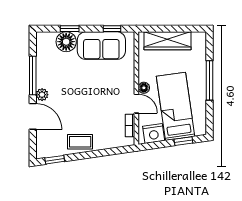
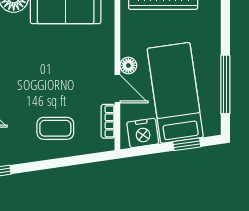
window: (210, 80) -> (225, 84), moved
coffee table: (80, 142) -> (55, 128), moved

